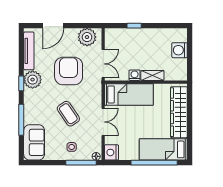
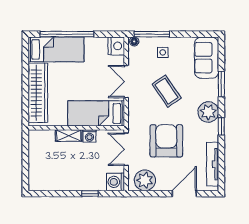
washing machine: (180, 50) -> (116, 182), moved, turned 180
armchair: (69, 71) -> (166, 141), turned 180
plant: (33, 80) -> (208, 112), moved
window: (21, 120) -> (221, 84), width x0.69

